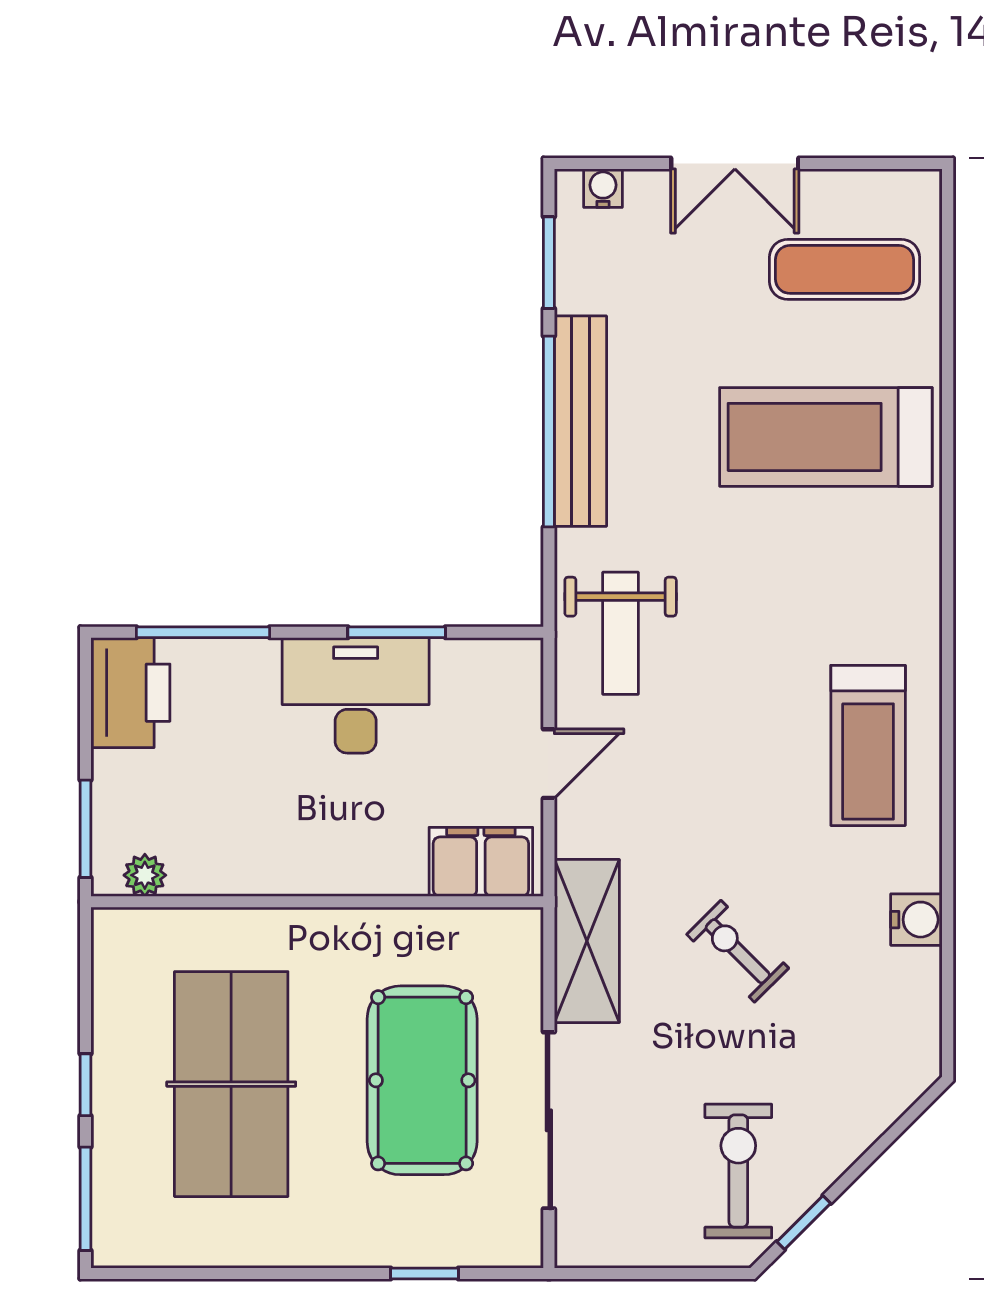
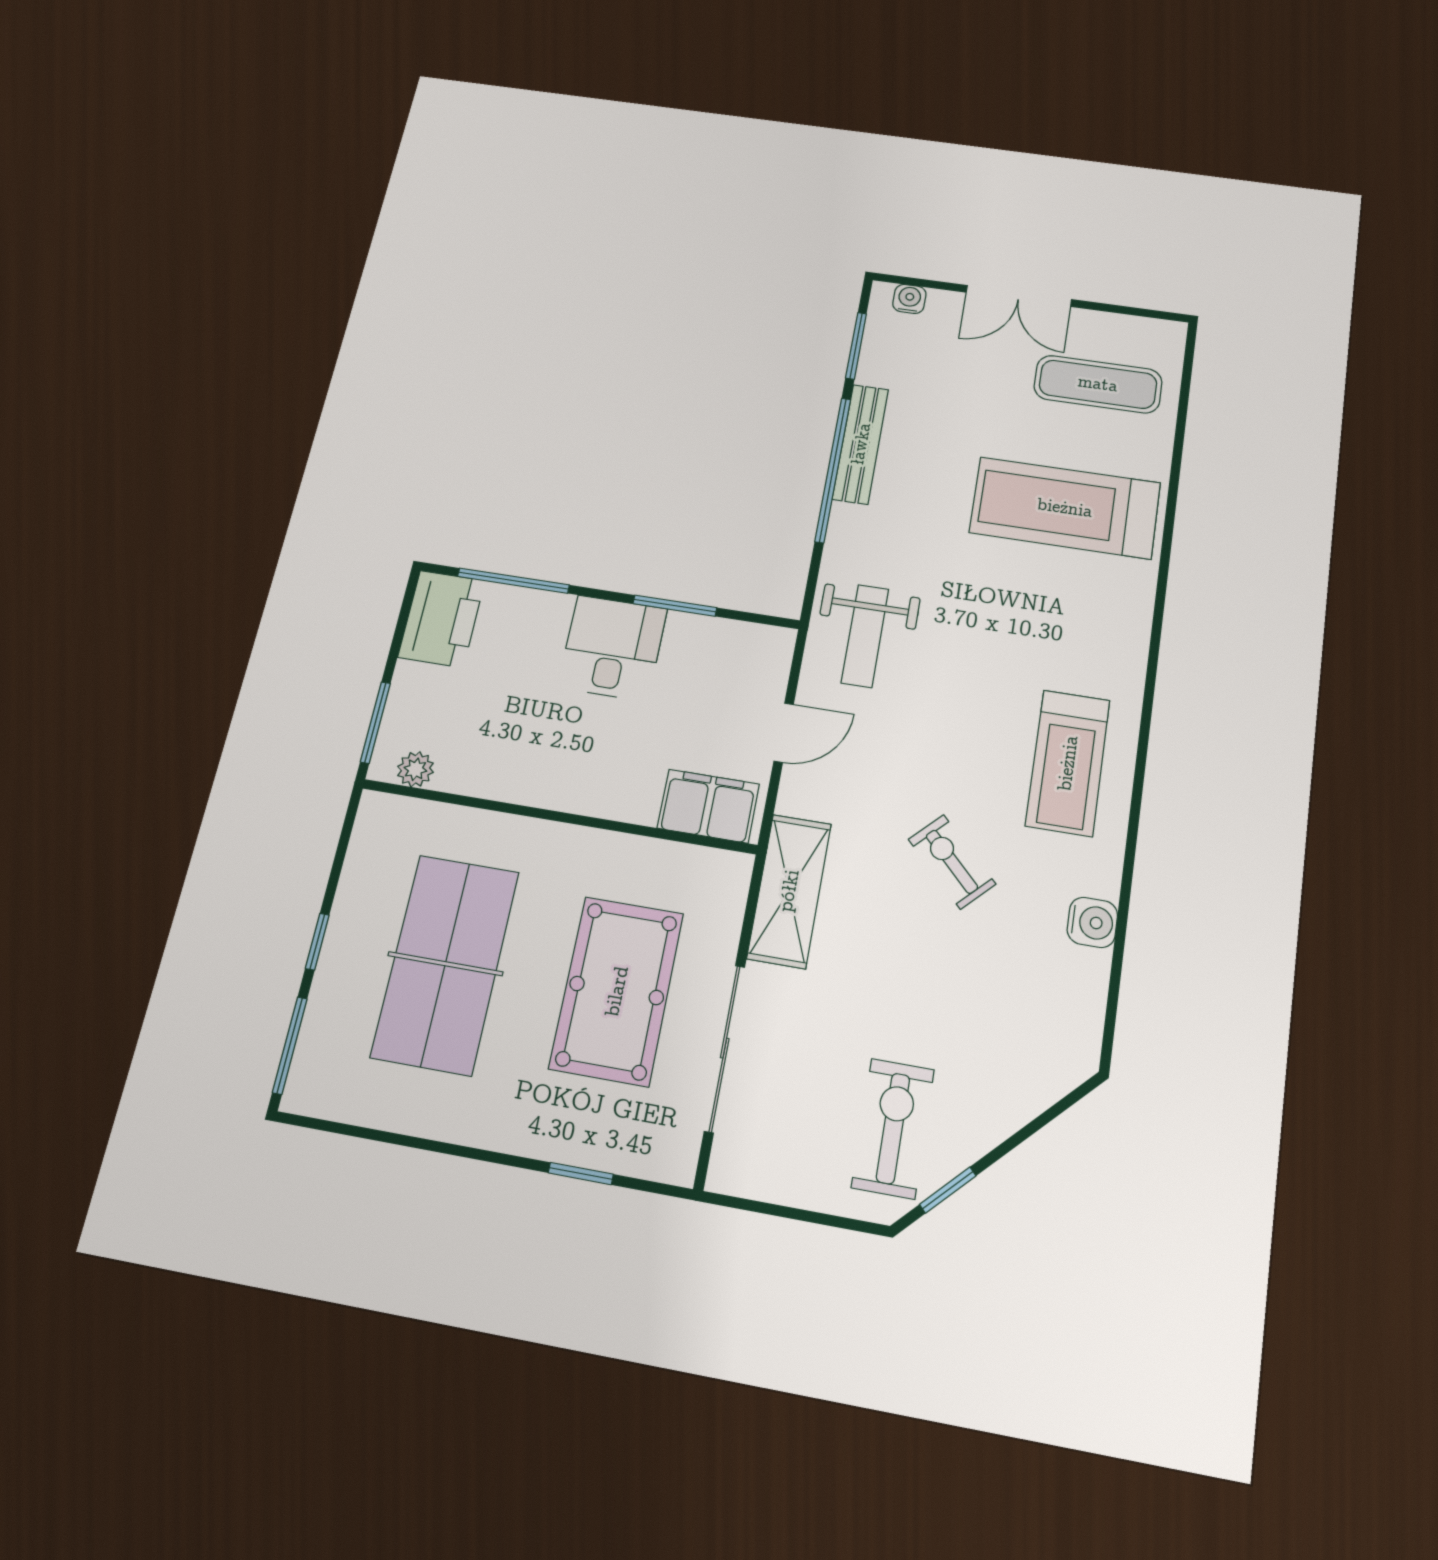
bench: (580, 421) -> (861, 444), width x0.73, depth x0.82
desk: (356, 695) -> (612, 648), width x0.73
exercise bike: (738, 951) -> (952, 862), moved

